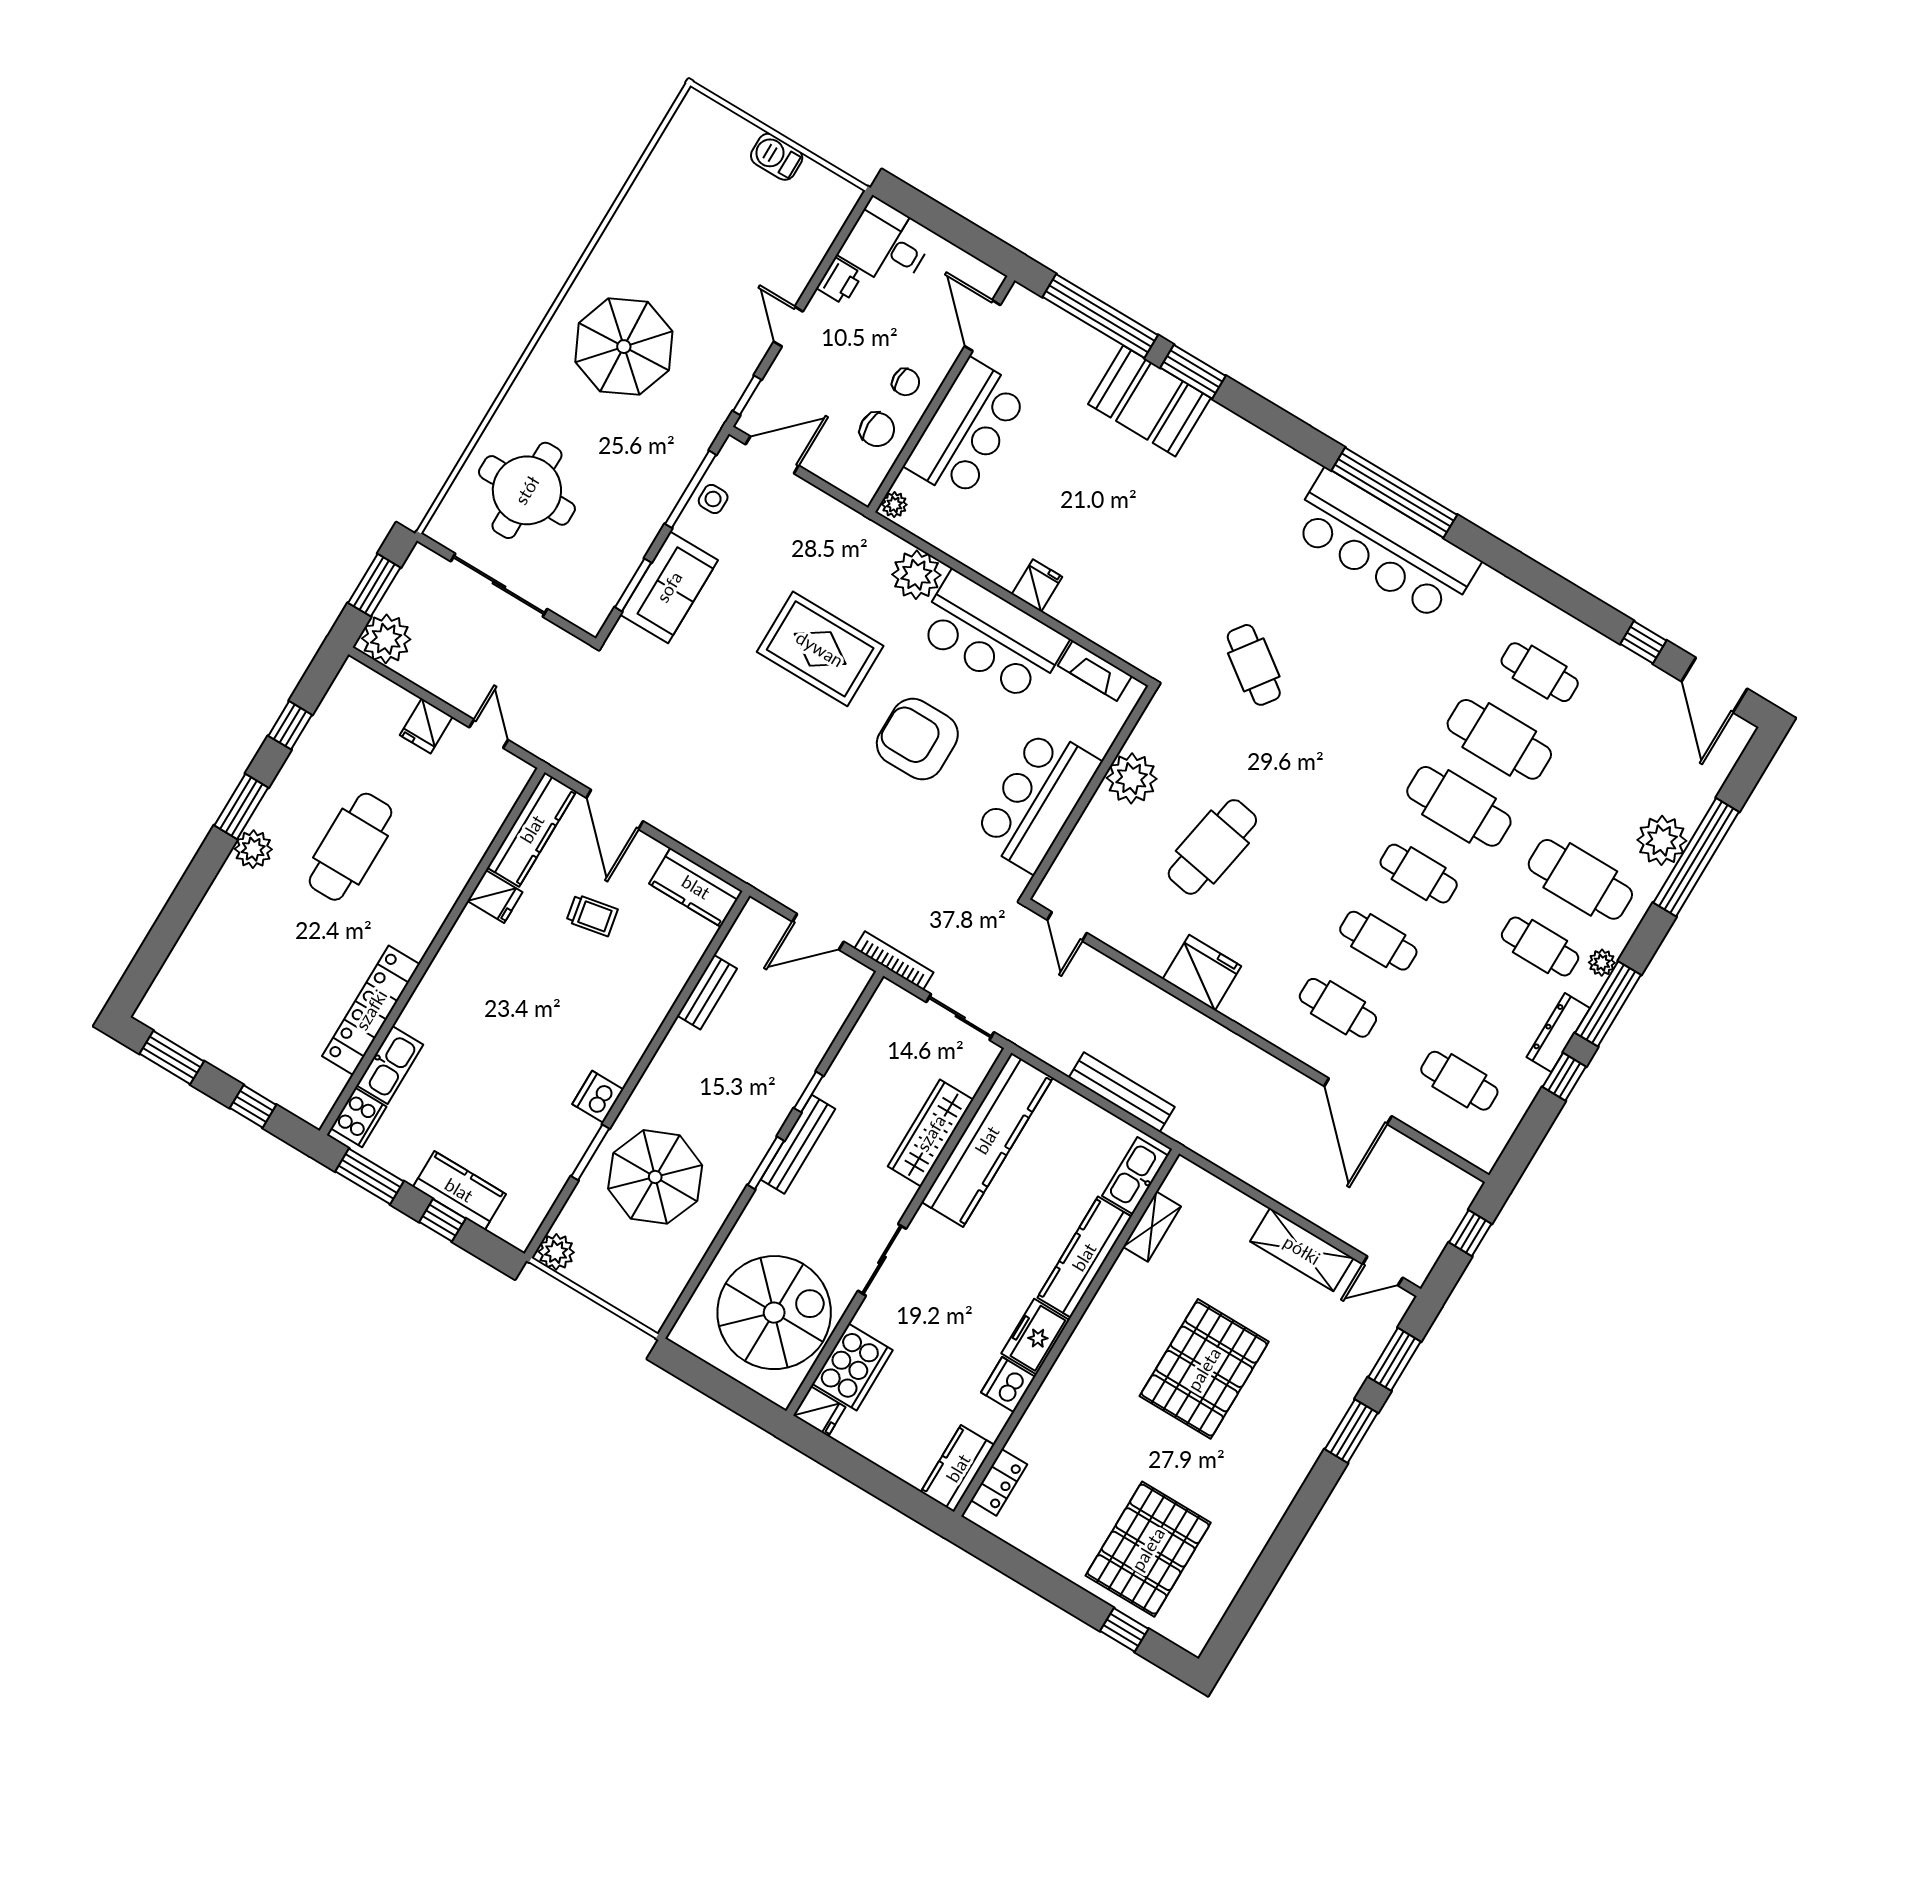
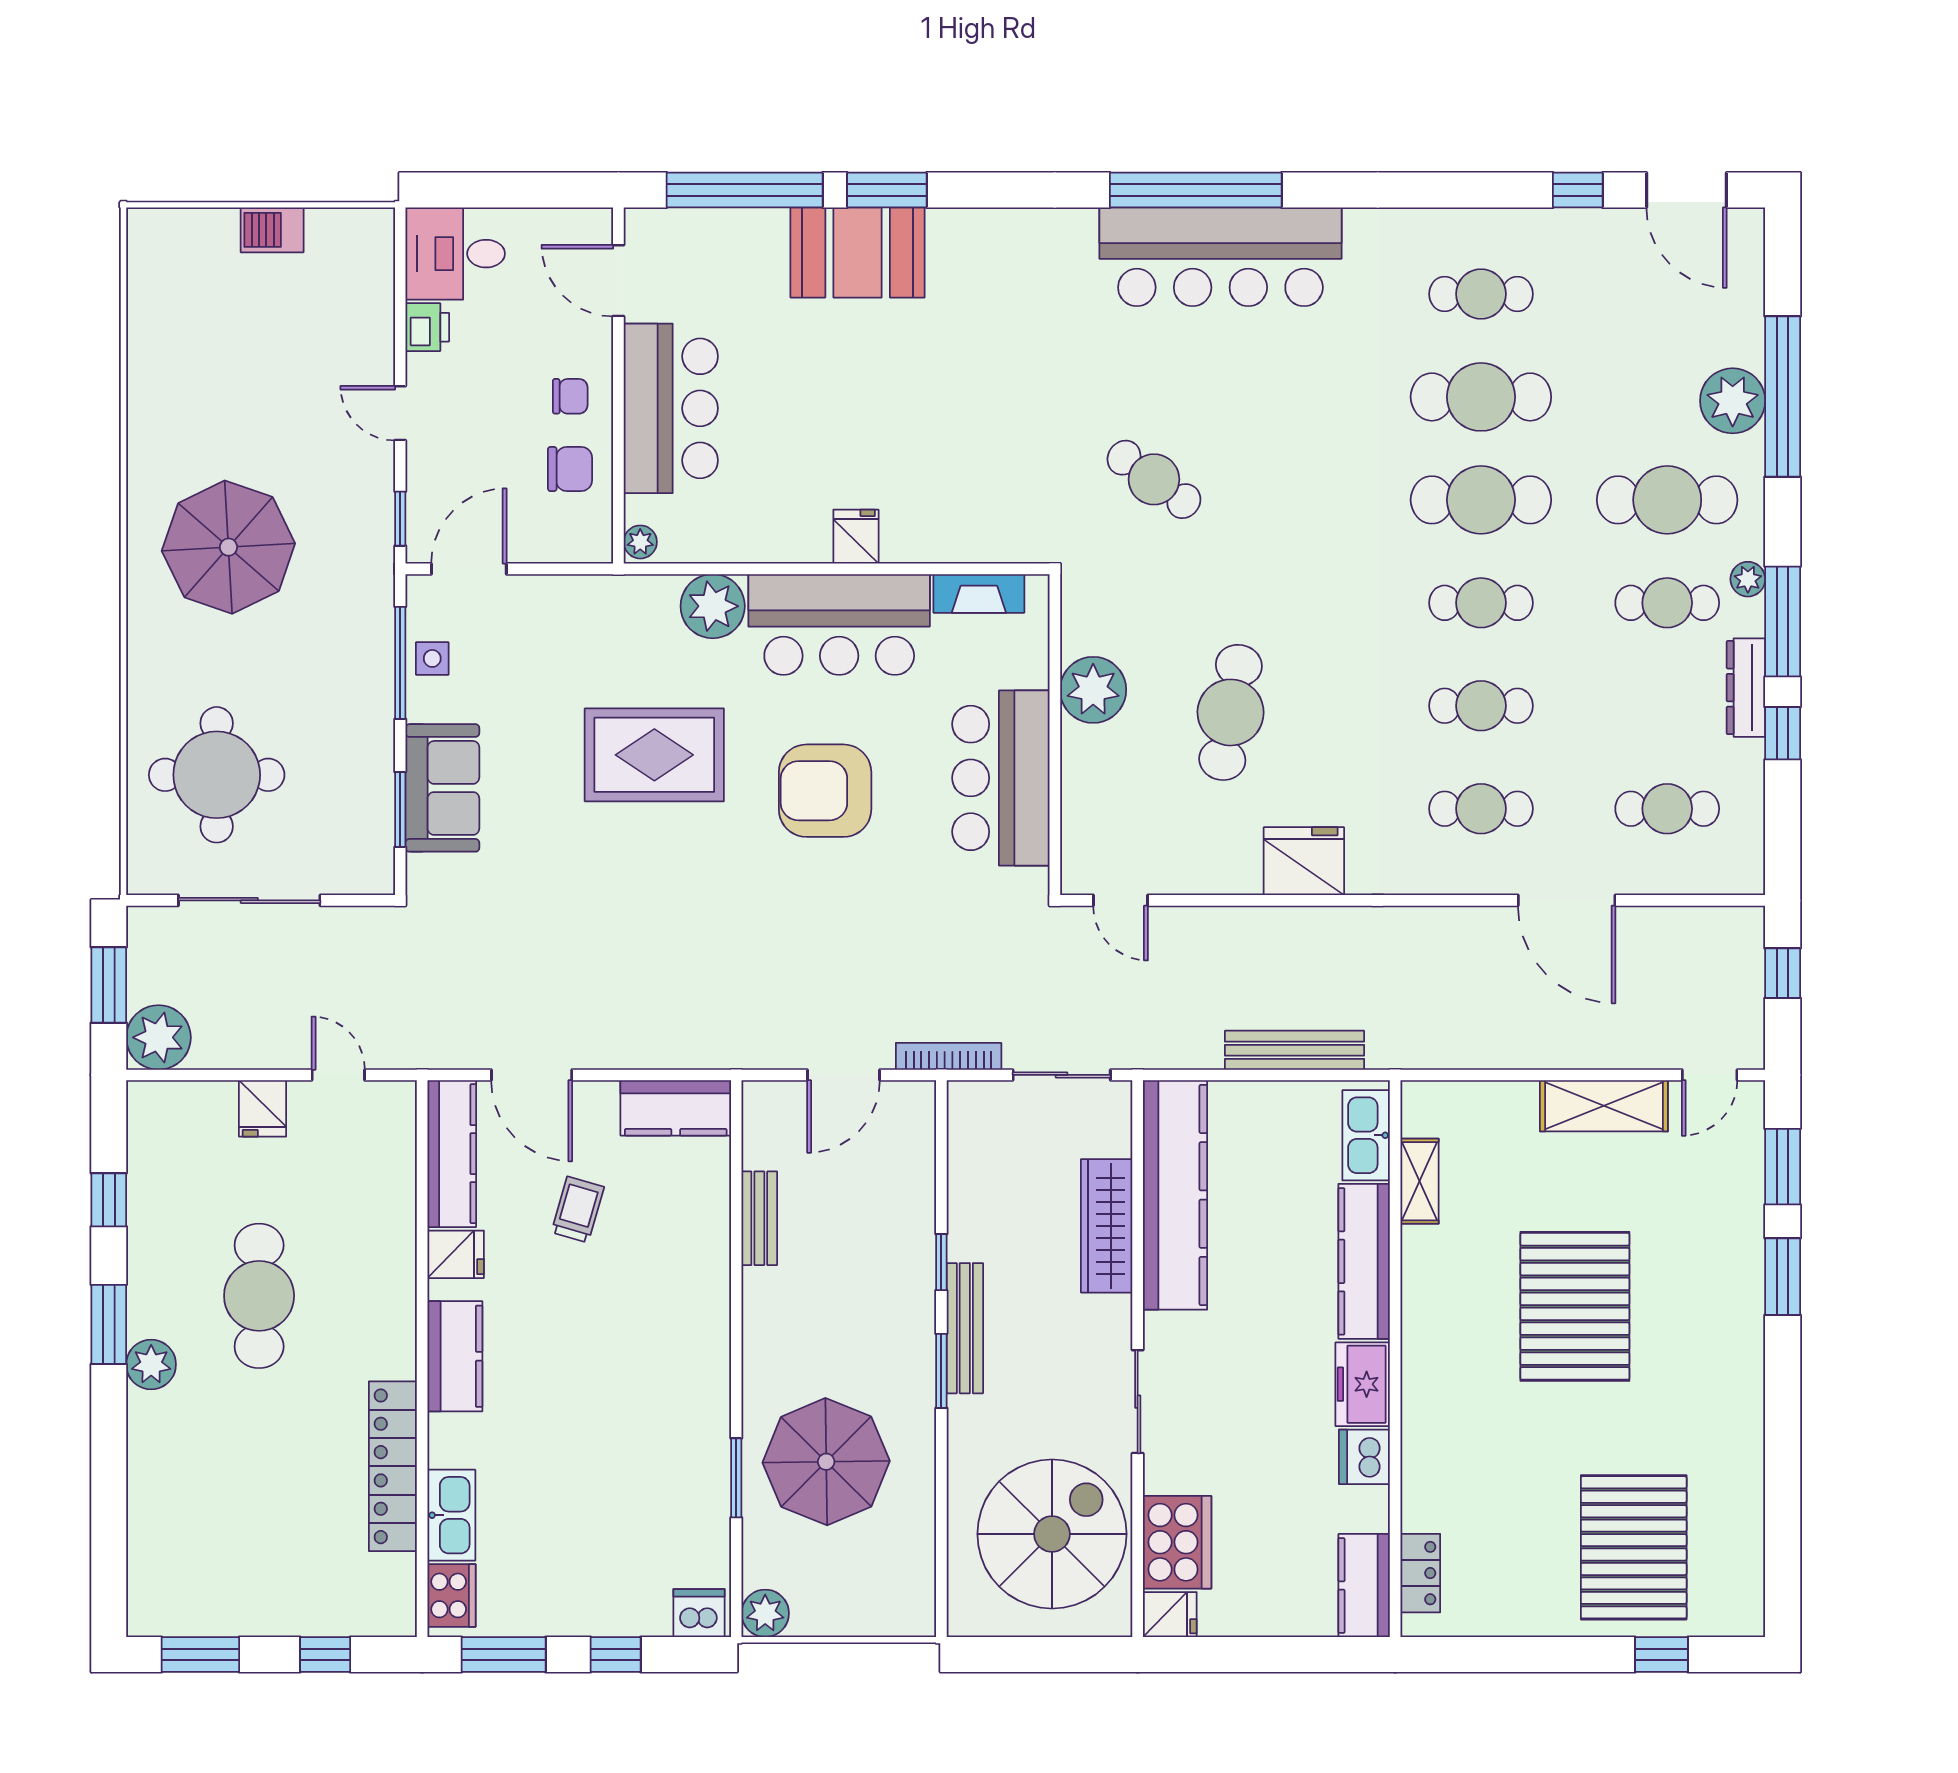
trolley: (592, 915) -> (578, 1210), turned -63
dishwasher: (598, 1097) -> (699, 1613), moved, turned 90
kitchen counter: (459, 1190) -> (455, 1356), moved, turned 90

